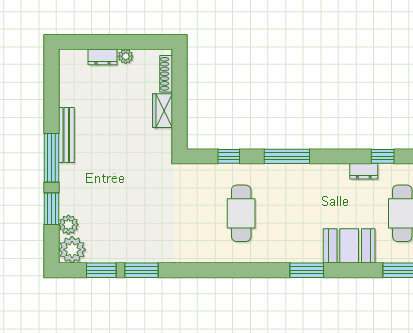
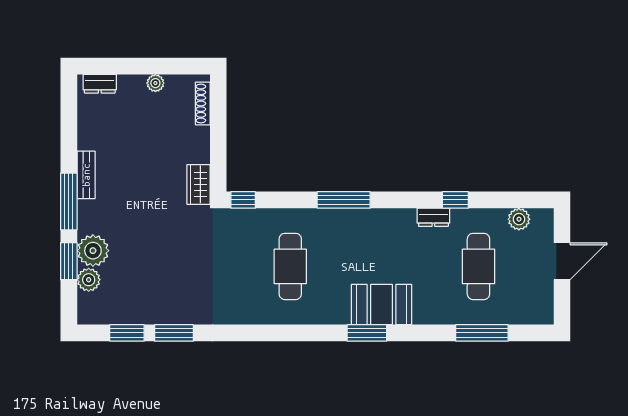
dresser: (103, 57) -> (100, 84), moved
wardrobe: (163, 111) -> (198, 184), moved
bench: (66, 135) -> (86, 175), width x0.73
window: (229, 156) -> (243, 200), moved
booth: (349, 246) -> (381, 305), moved
plant: (72, 250) -> (93, 251), moved

